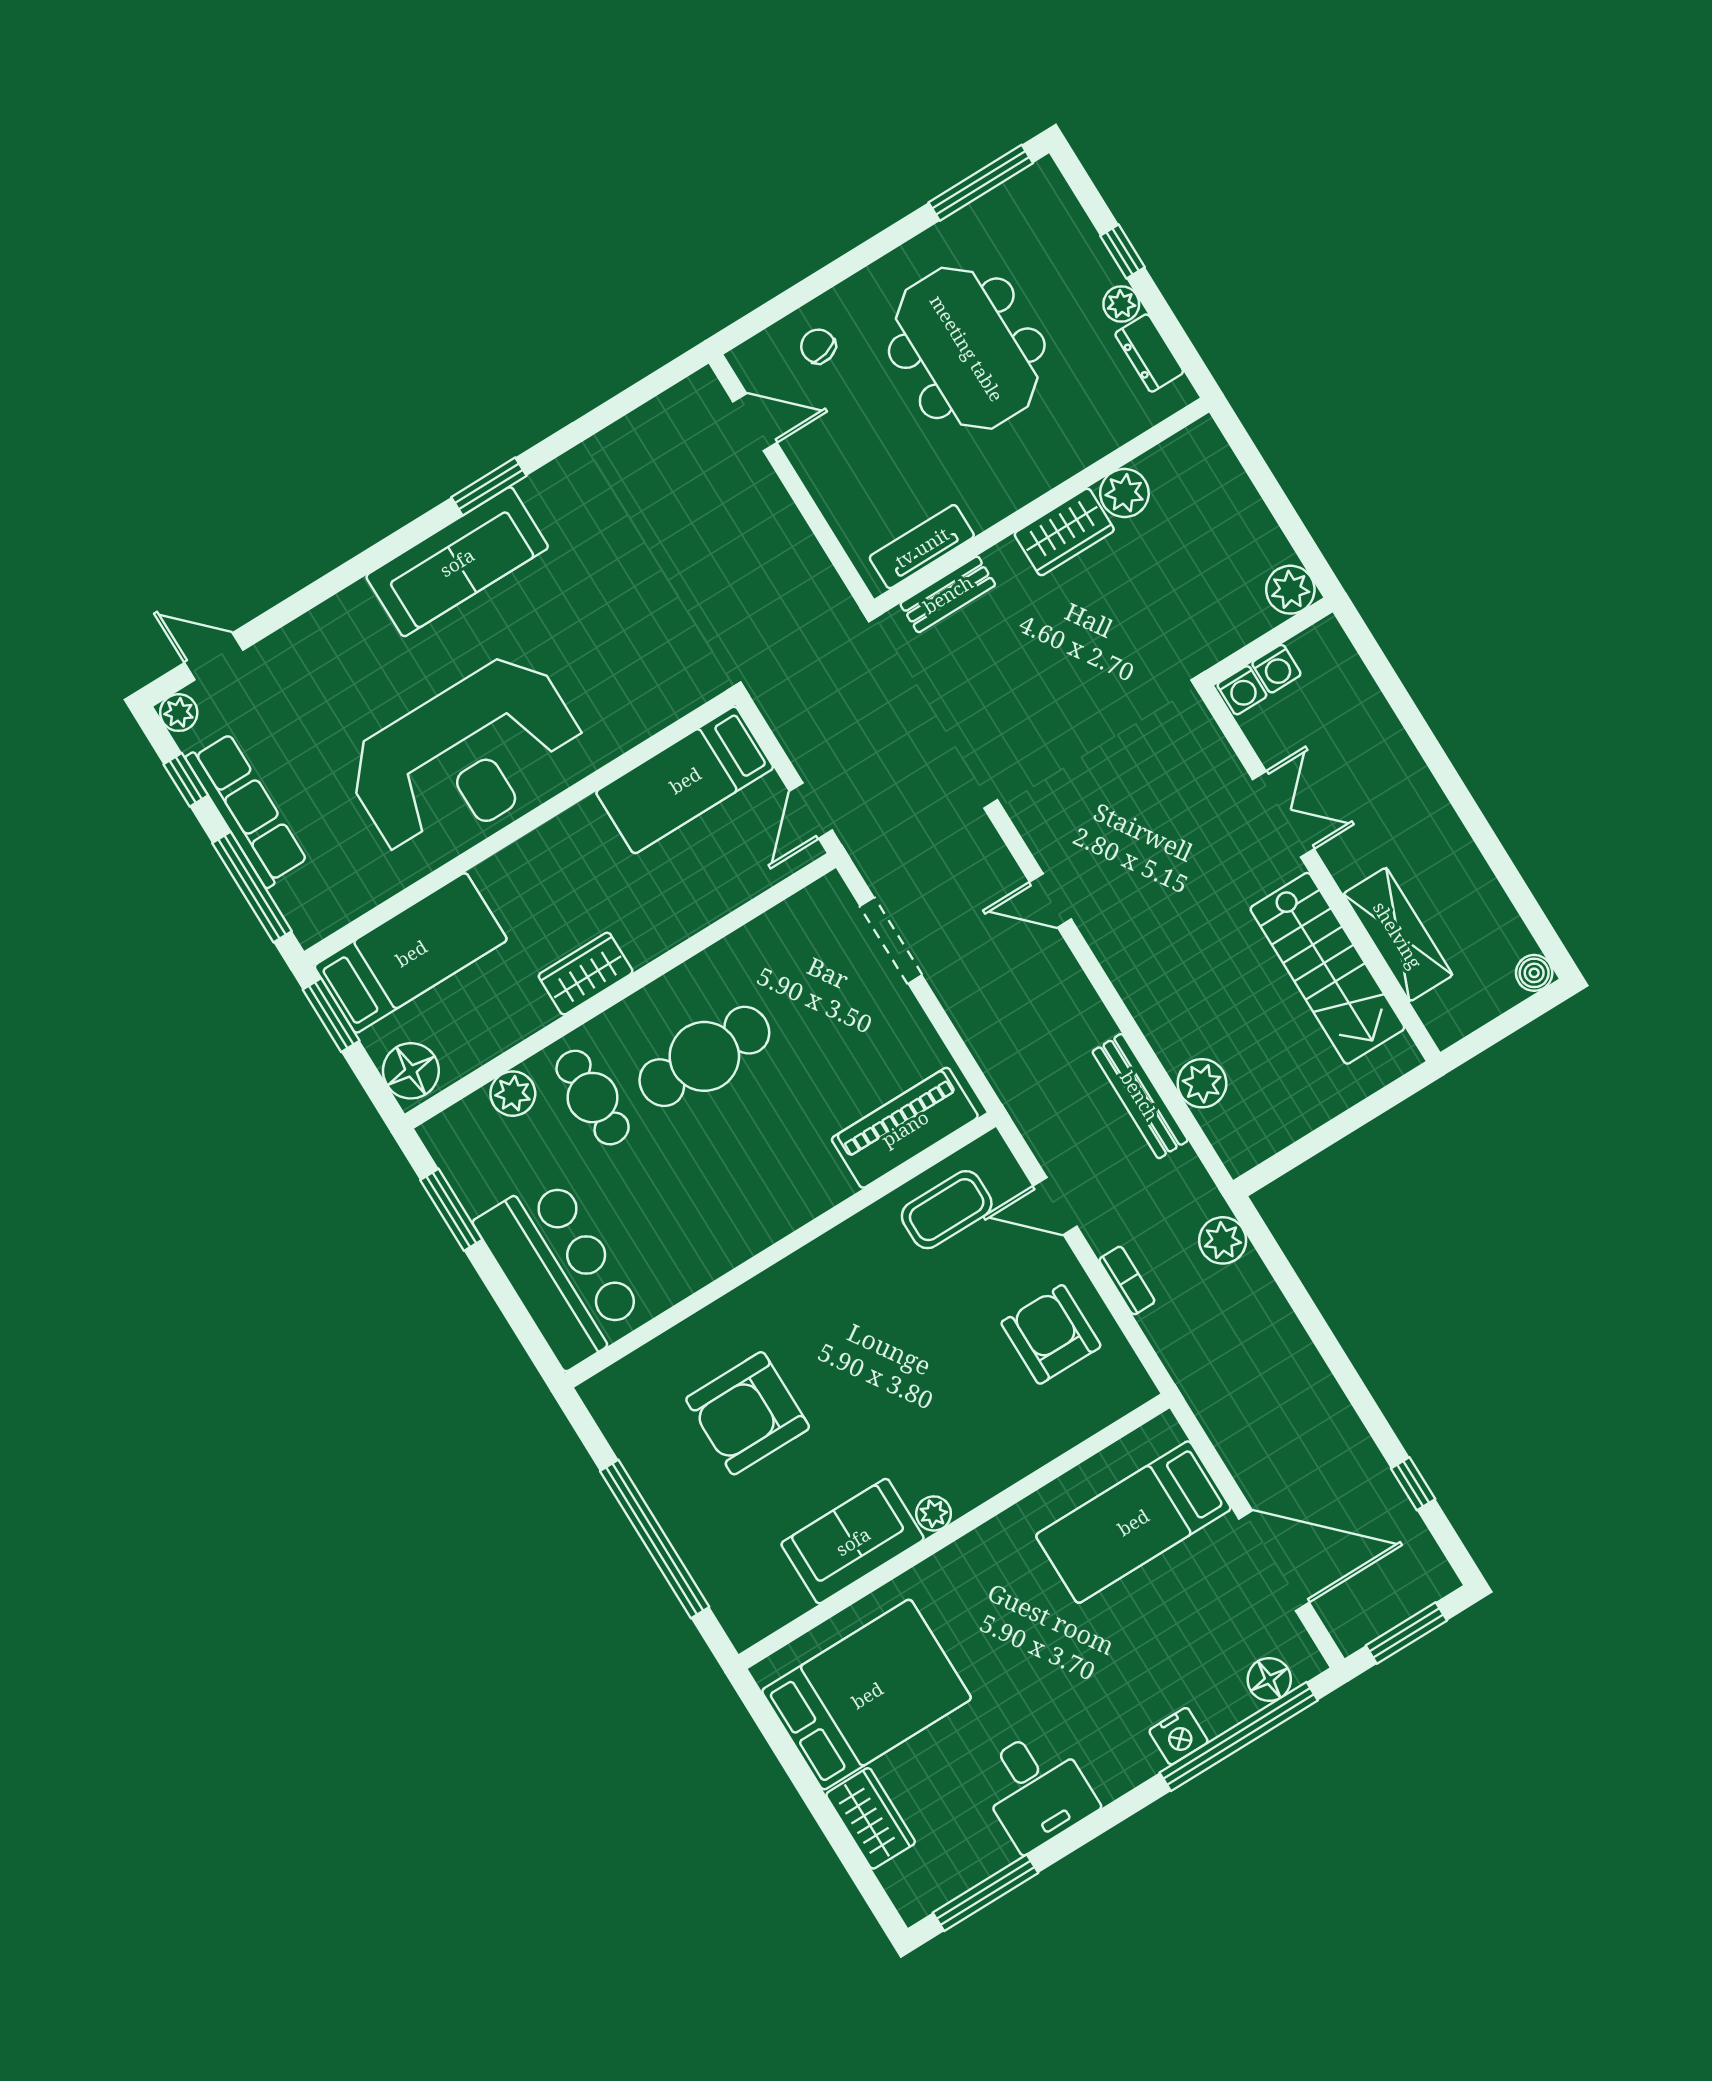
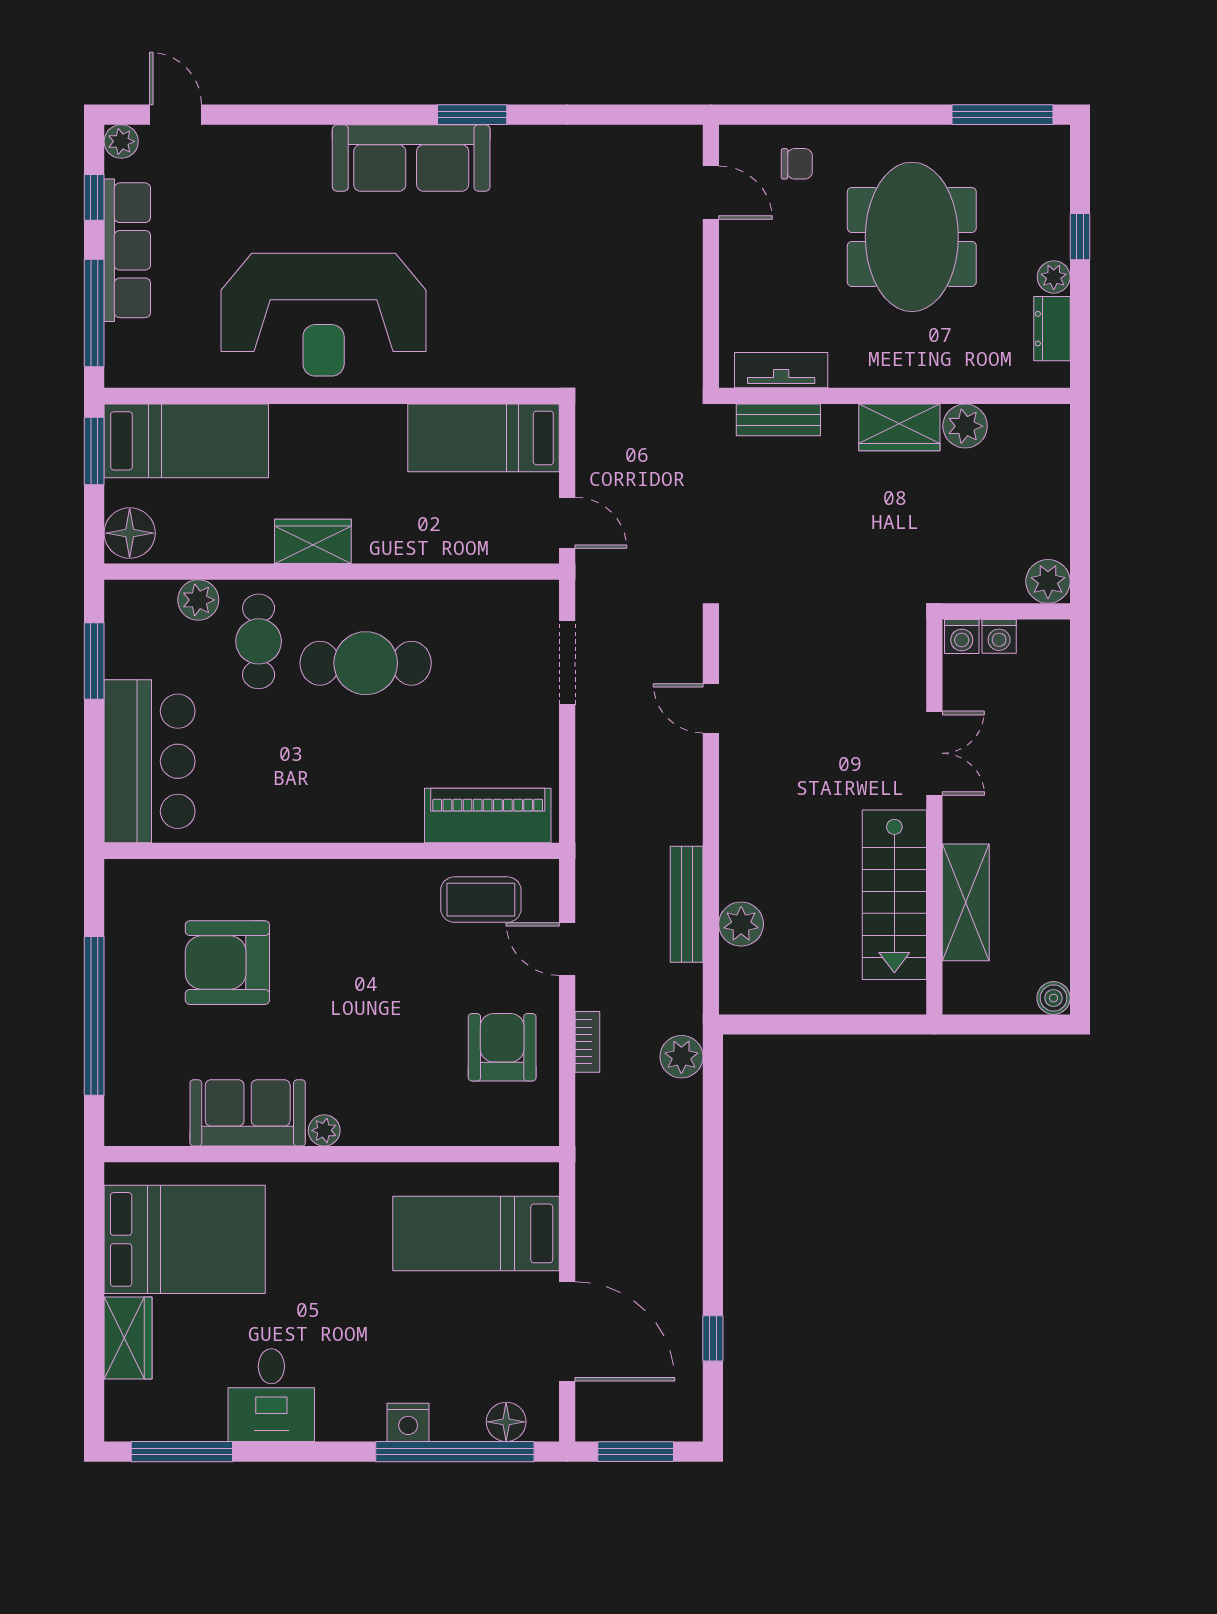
chair: (818, 346) -> (797, 164), turned 105
door: (811, 811) -> (567, 523), swing flipped

